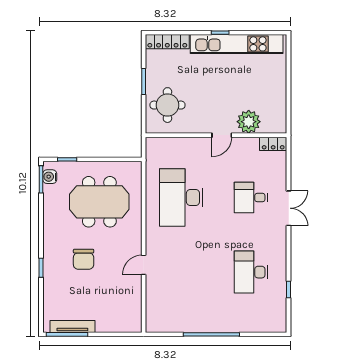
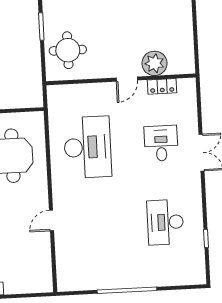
locker: (273, 144) -> (162, 86), moved
desk: (181, 198) -> (88, 147), turned 180
desk: (251, 198) -> (161, 143), turned 90

